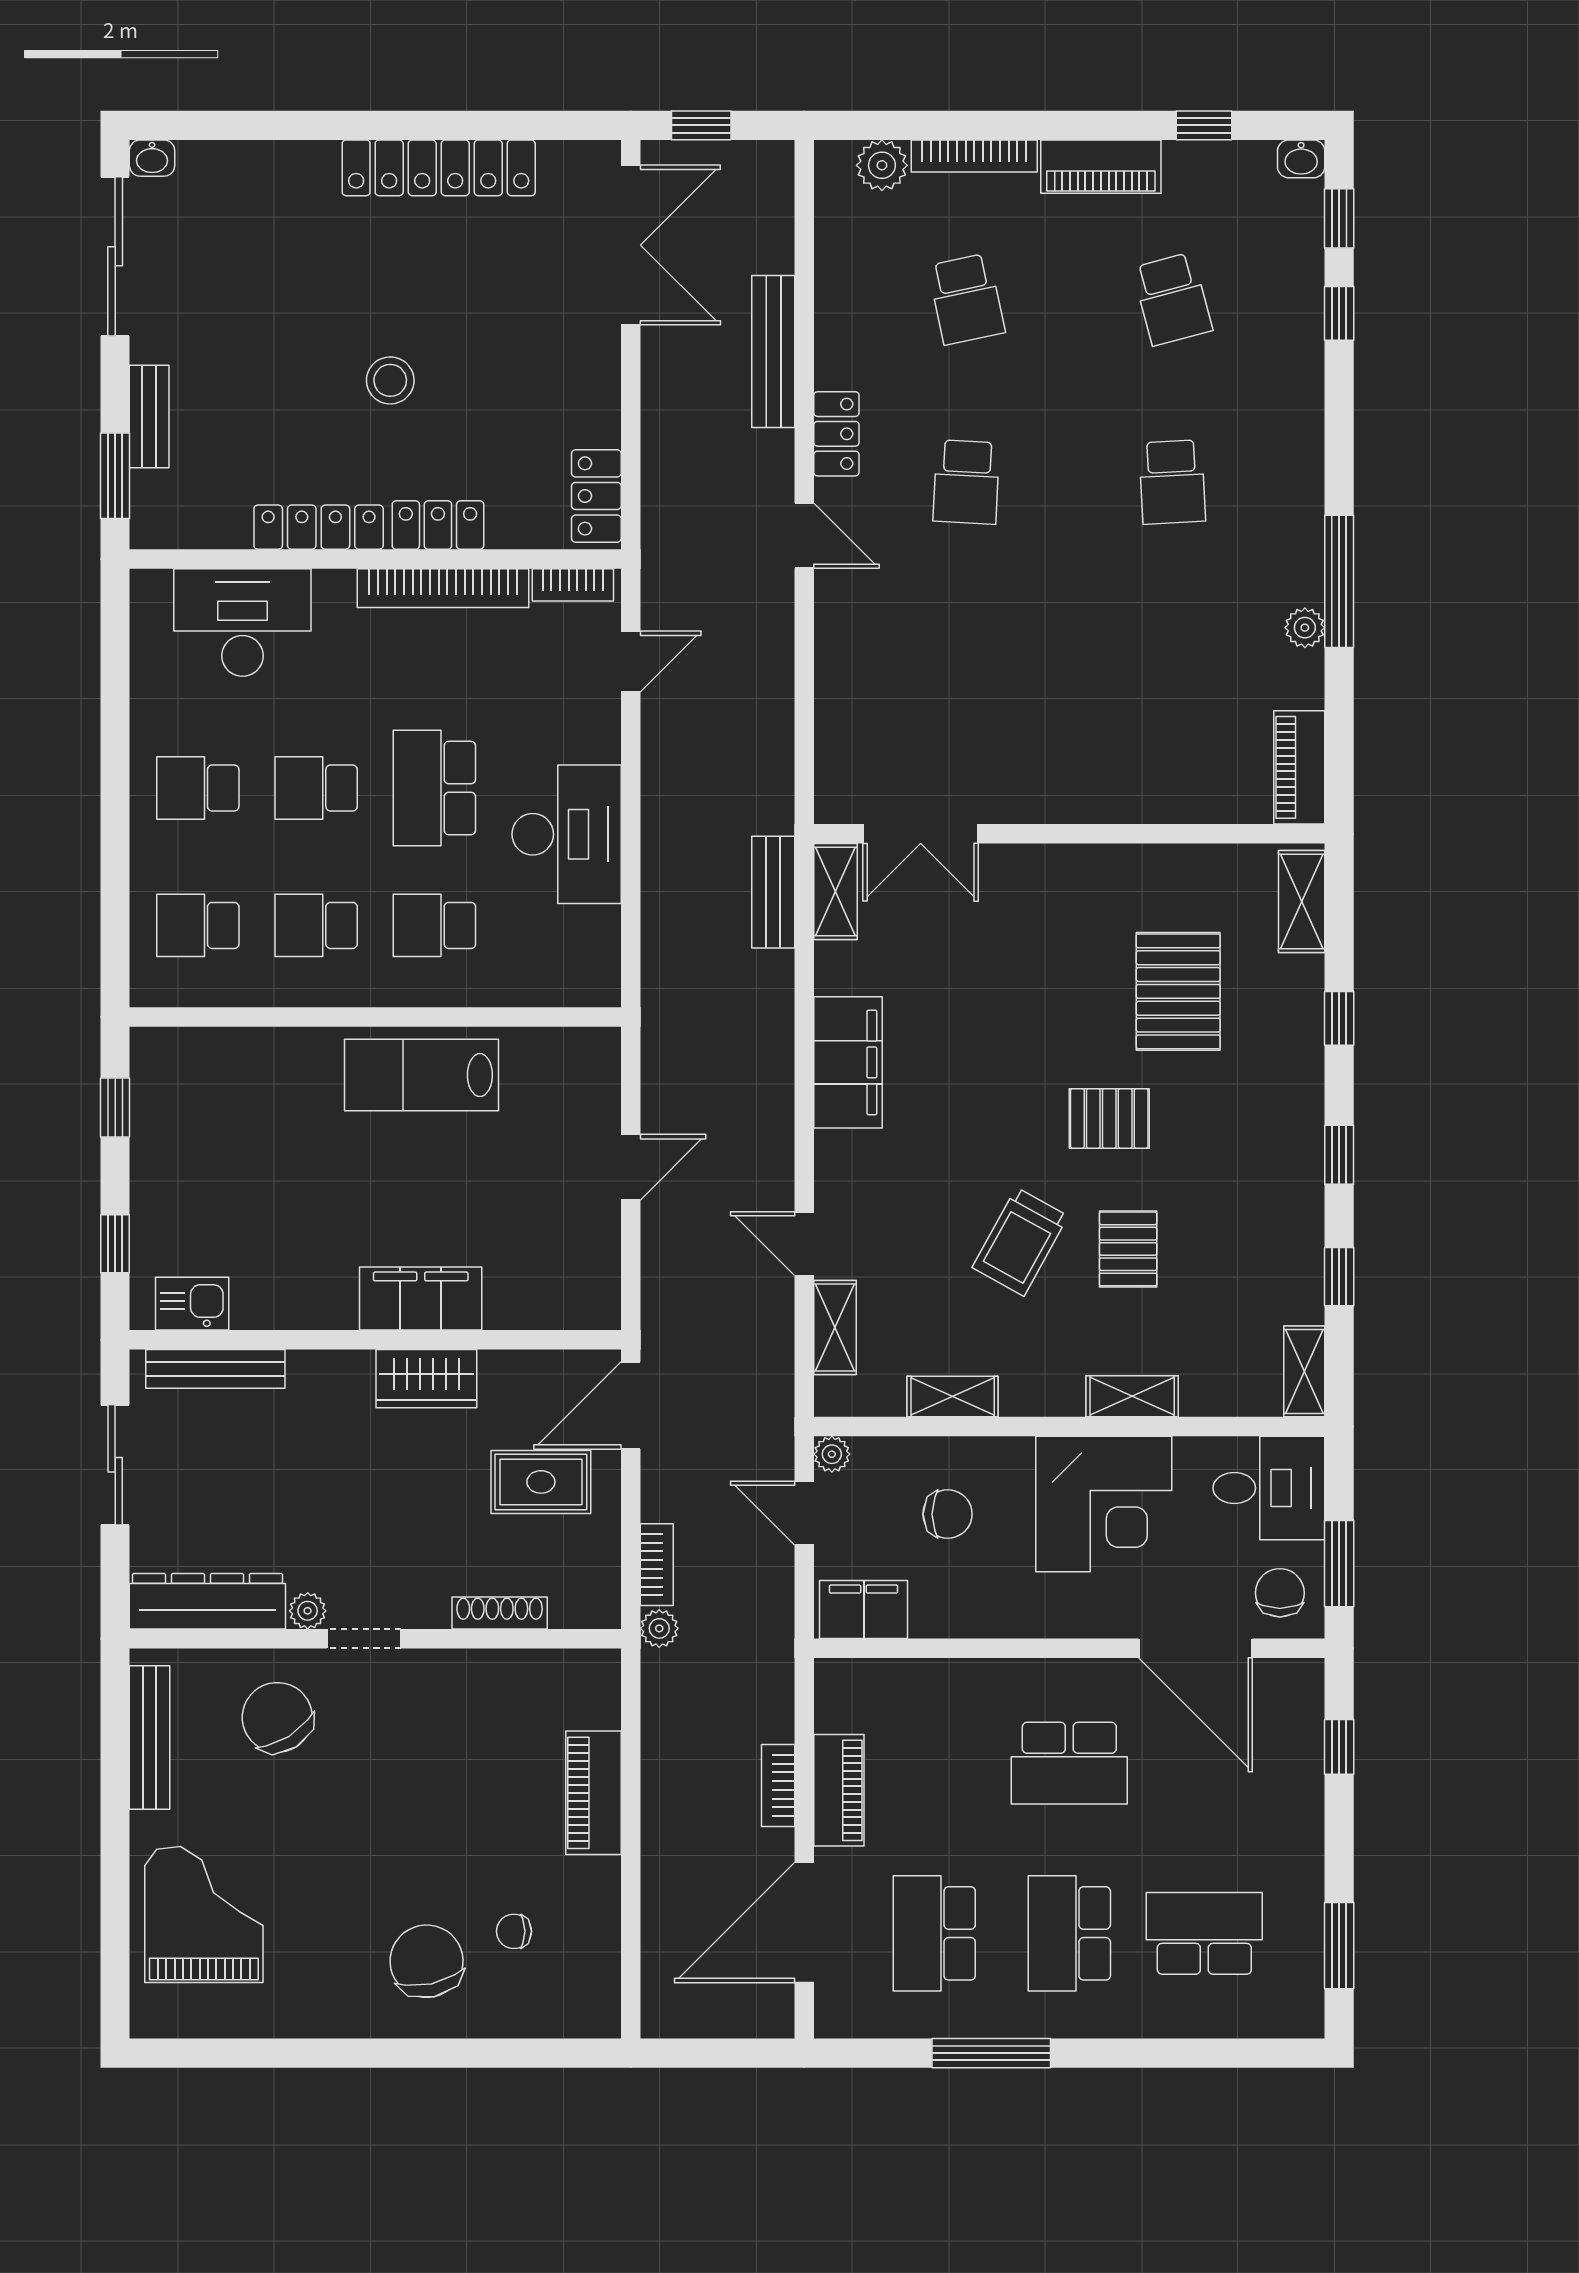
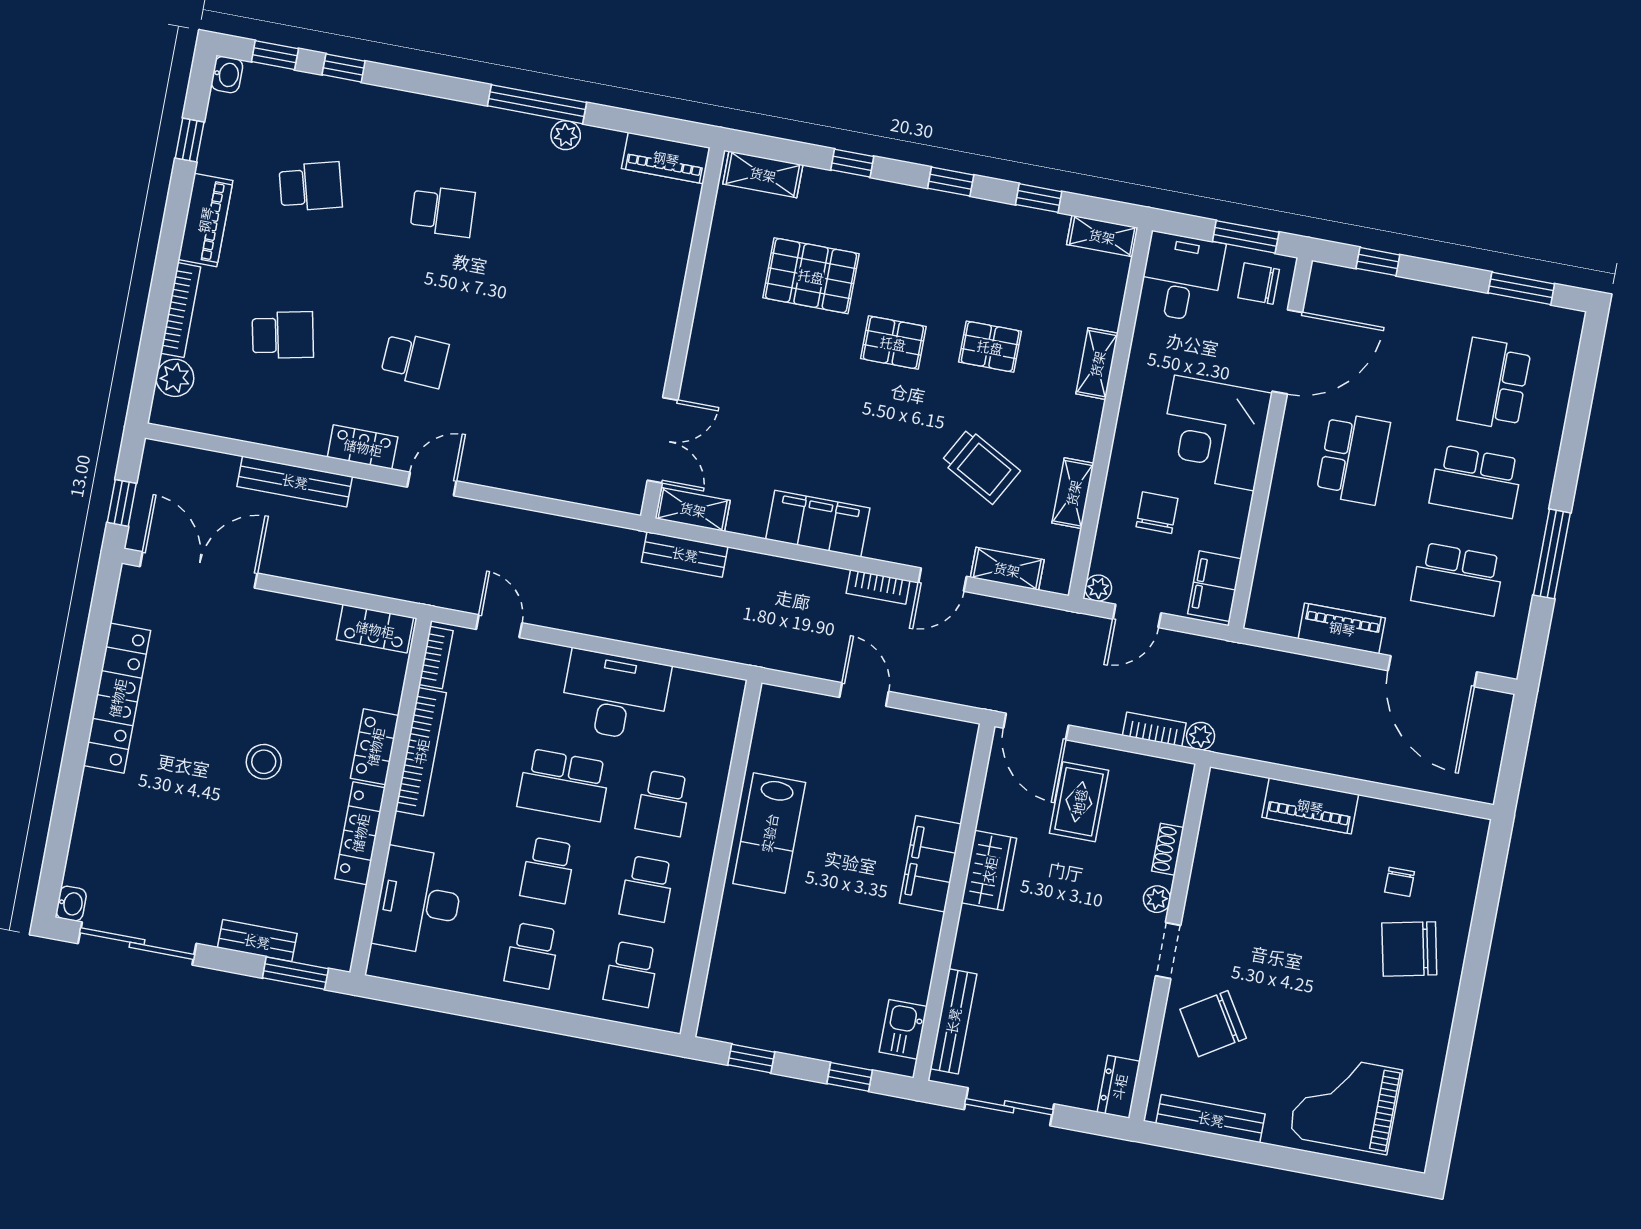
pallet: (1109, 1118) -> (893, 343), turned 90
trolley: (1020, 1242) -> (981, 466), moved
corner desk: (1104, 1504) -> (1214, 433), moved, turned 180
dresser: (207, 1601) -> (1119, 1087), width x0.51, depth x0.80
plant: (308, 1611) -> (1157, 899), moved
shoe rack: (500, 1613) -> (1168, 849), width x0.70
bookcase: (778, 1785) -> (878, 587), moved

